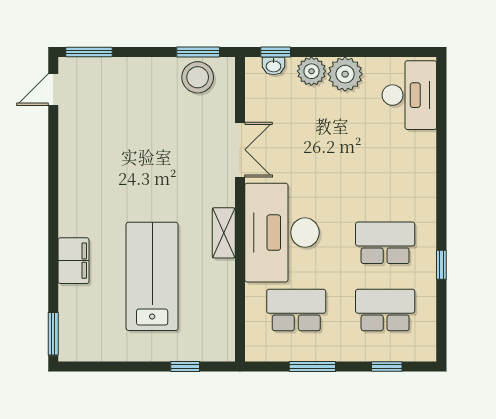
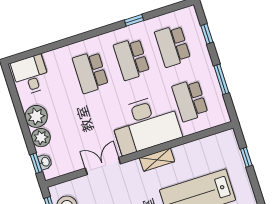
desk: (409, 95) -> (31, 75), width x0.73
school desk: (385, 176) -> (90, 72), added

